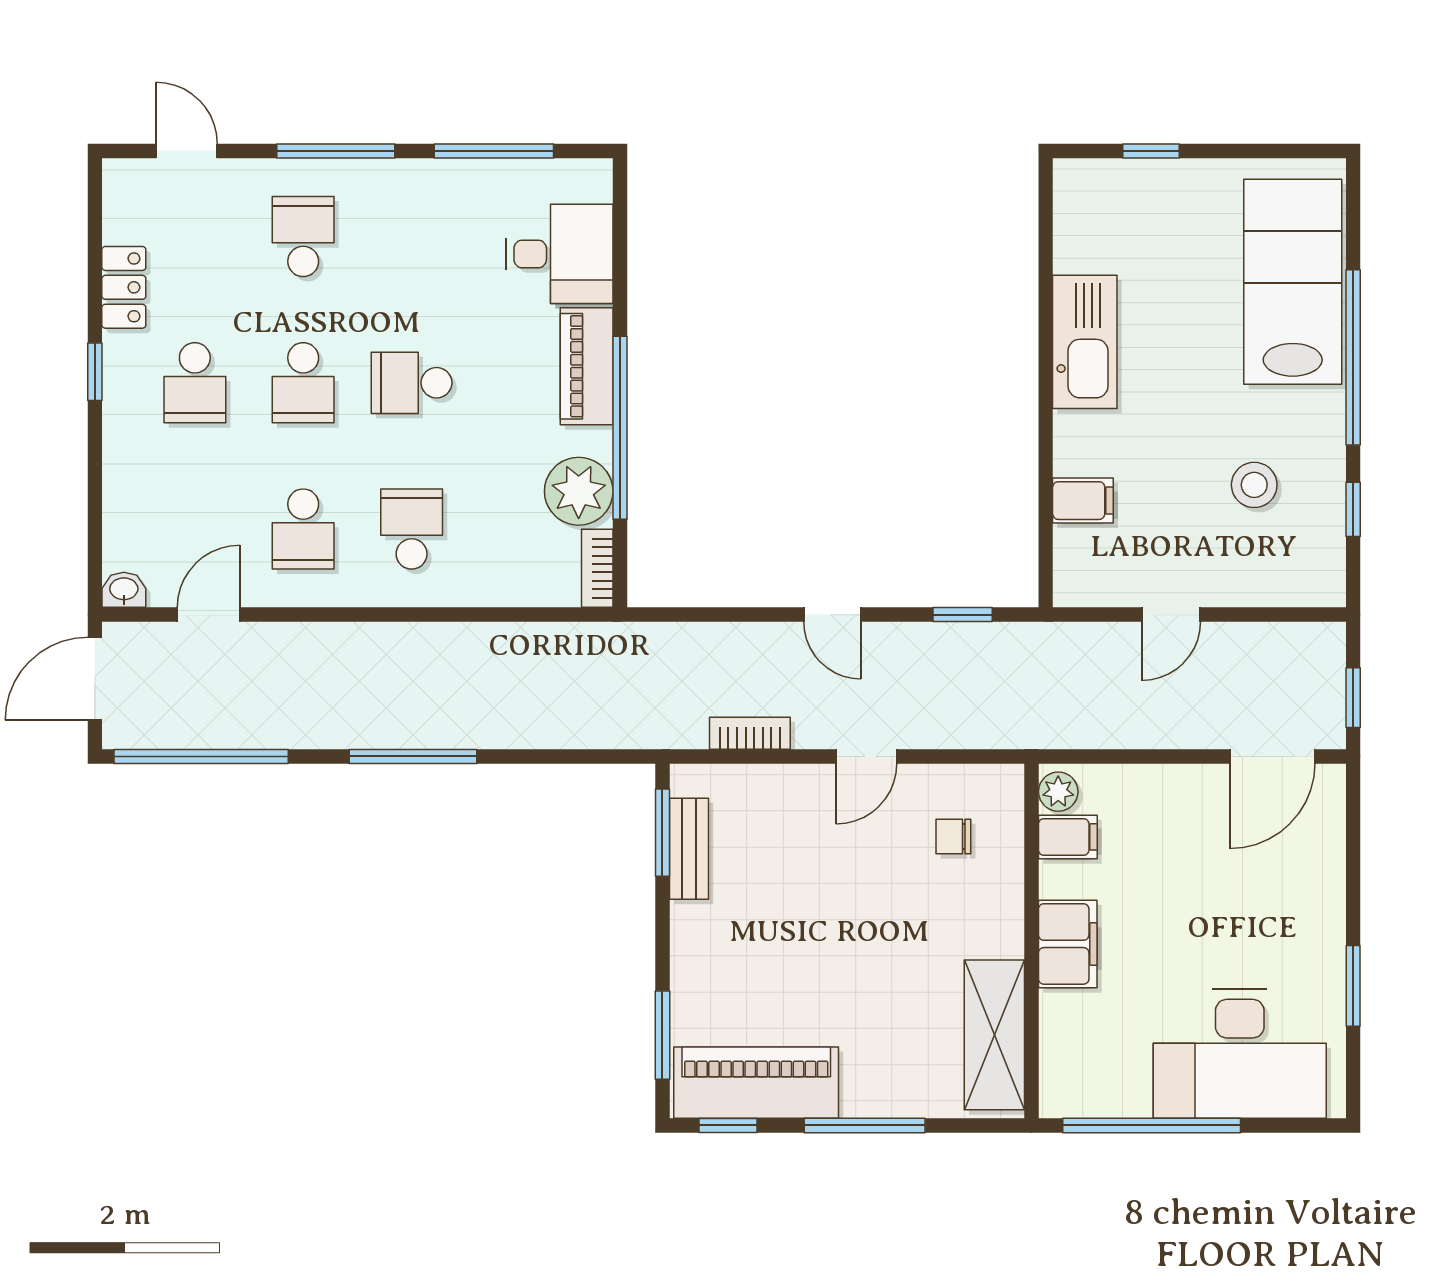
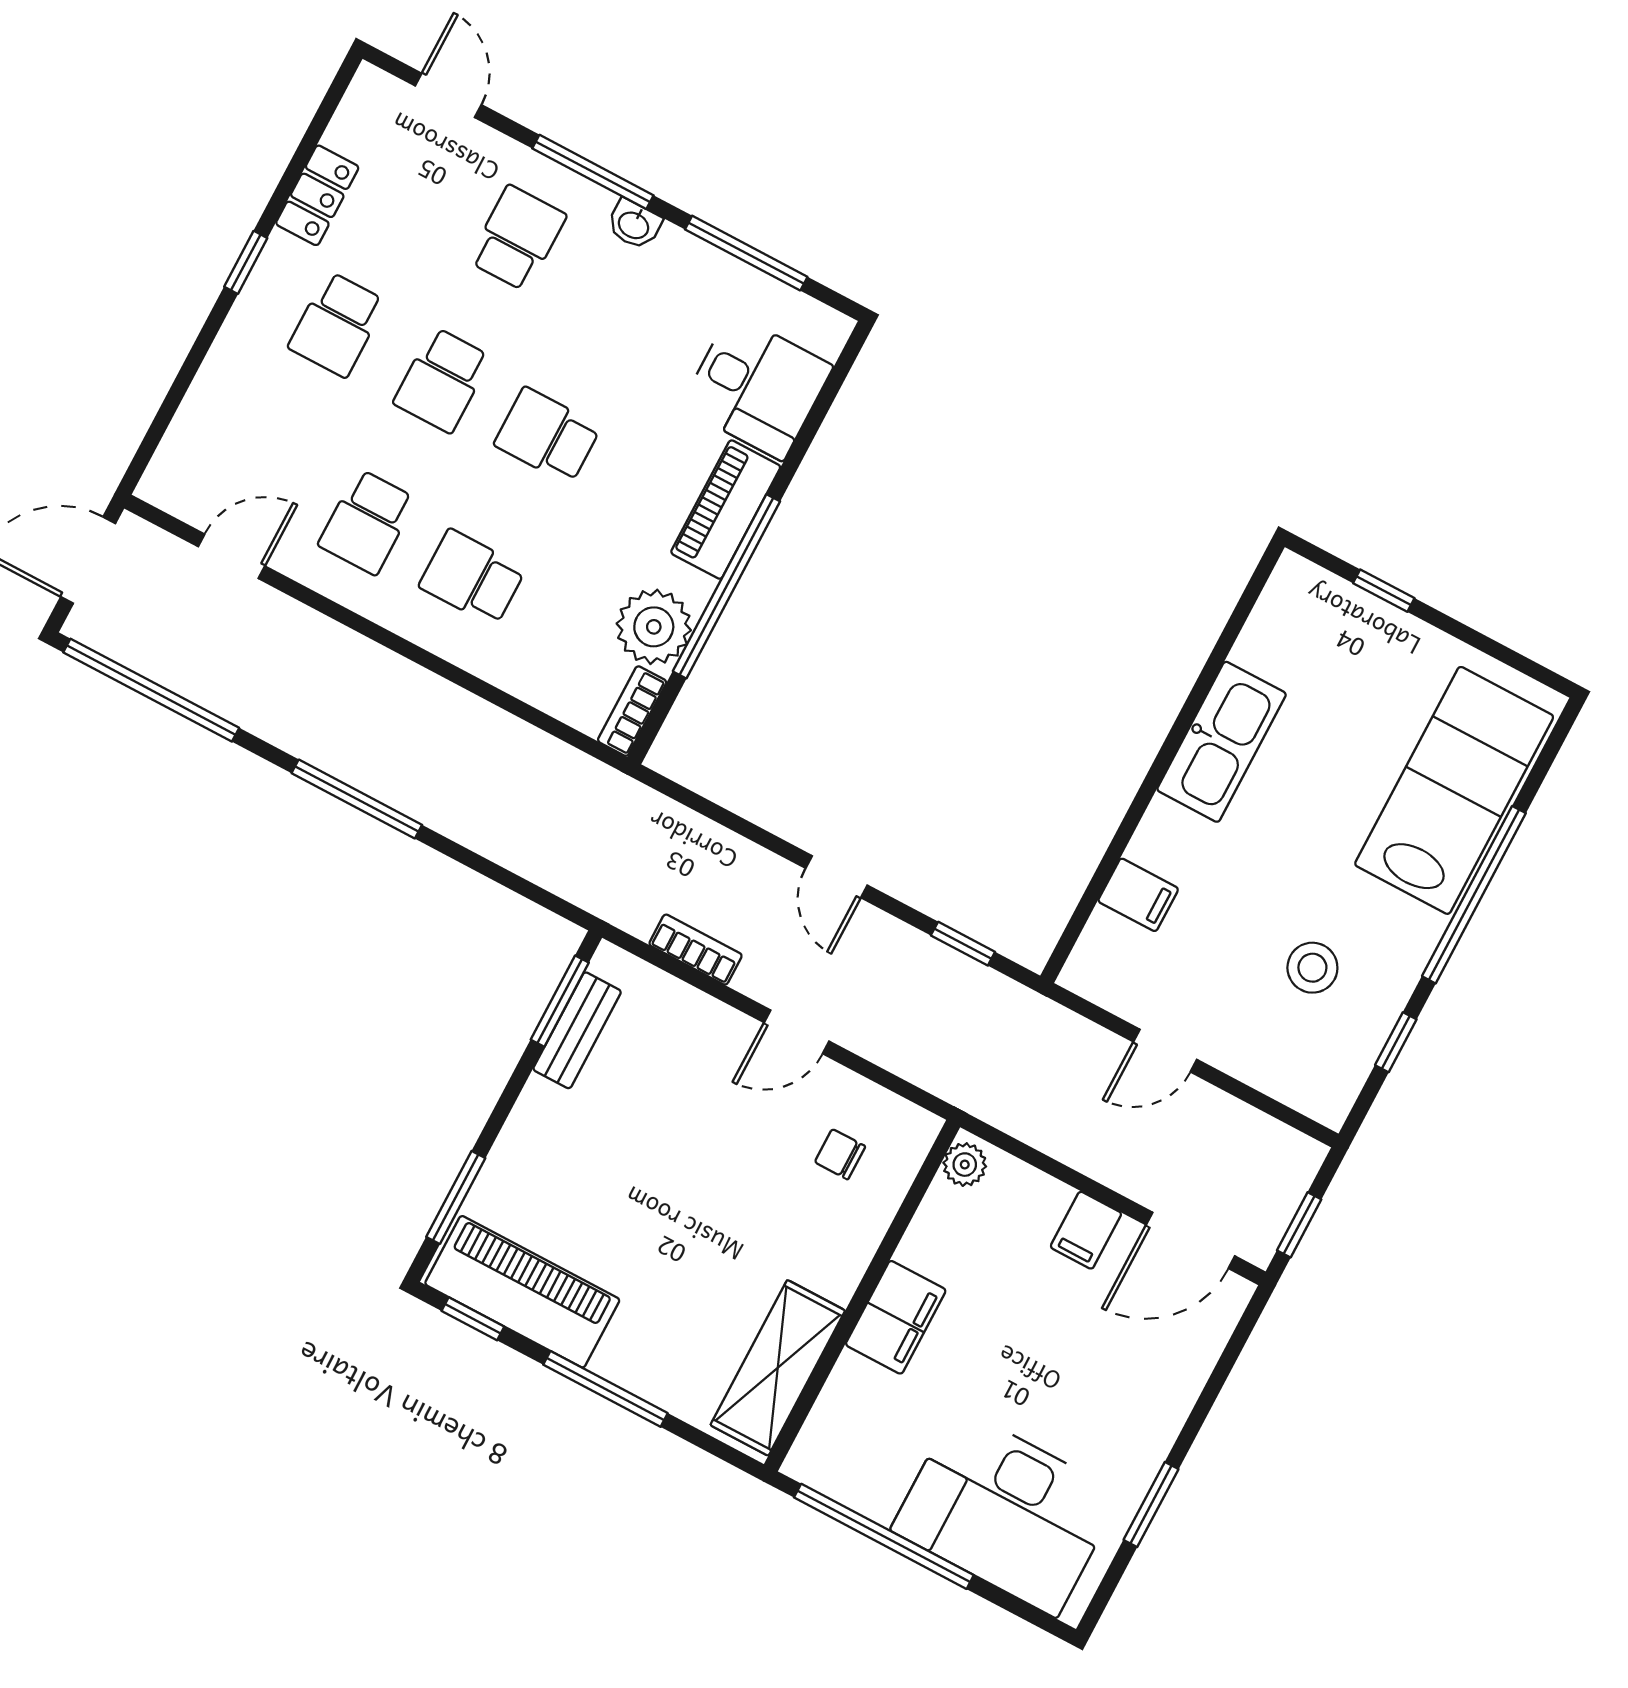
school desk: (412, 529) -> (472, 578), turned -90
washbasin: (124, 590) -> (634, 224), moved, turned 180
filing cabinet: (1068, 837) -> (1086, 1230), moved, turned 90

